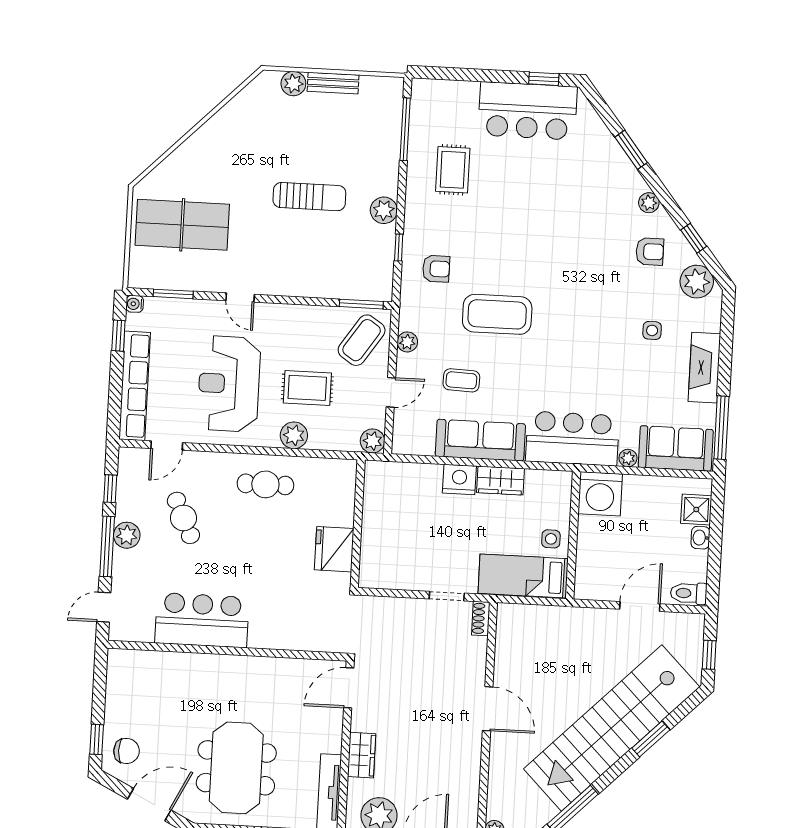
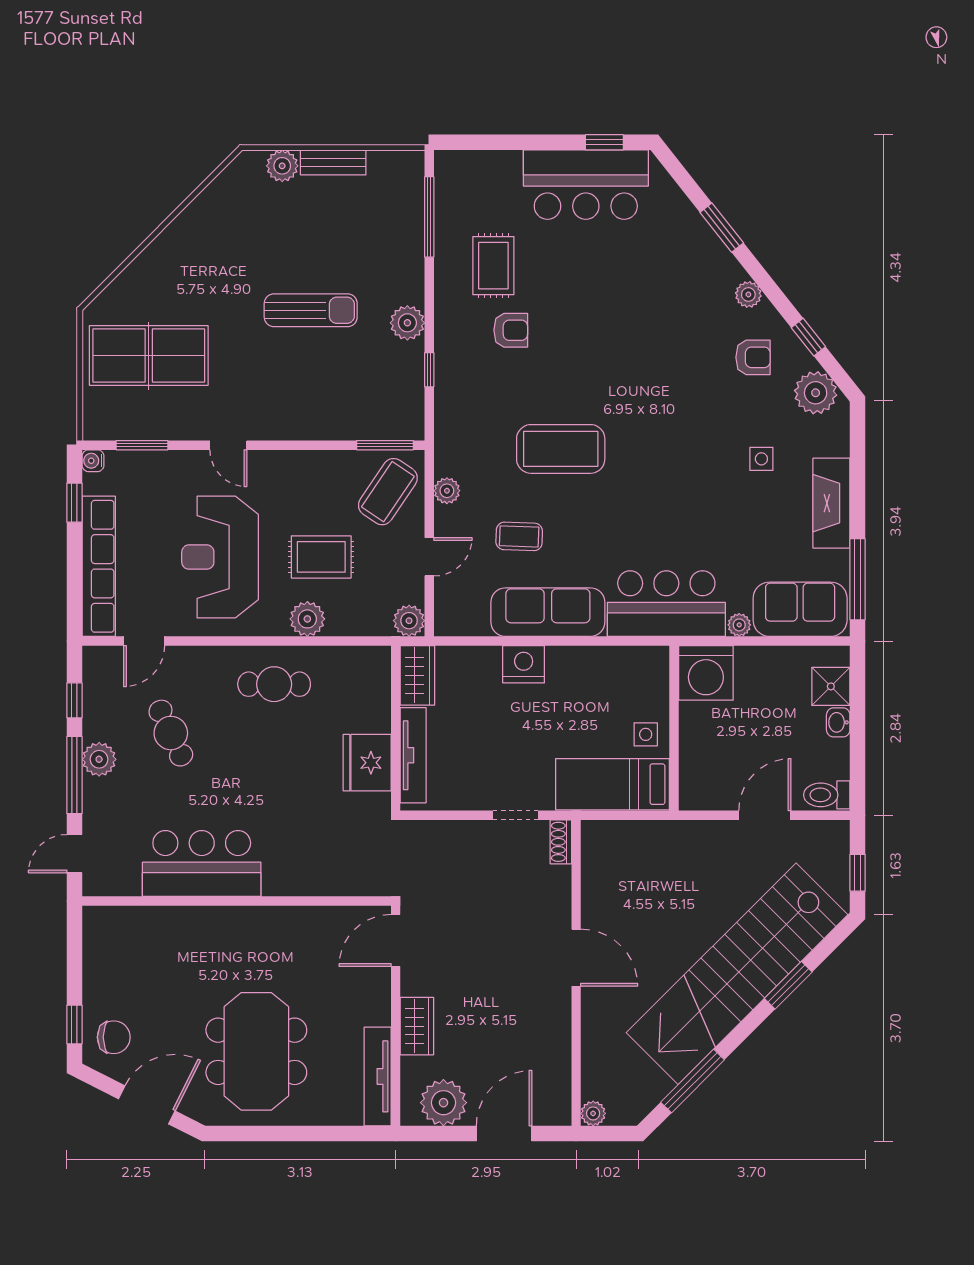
armchair: (436, 269) -> (511, 330), moved
wardrobe: (501, 481) -> (417, 675), moved, turned -90
tv unit: (370, 545) -> (413, 755), added

